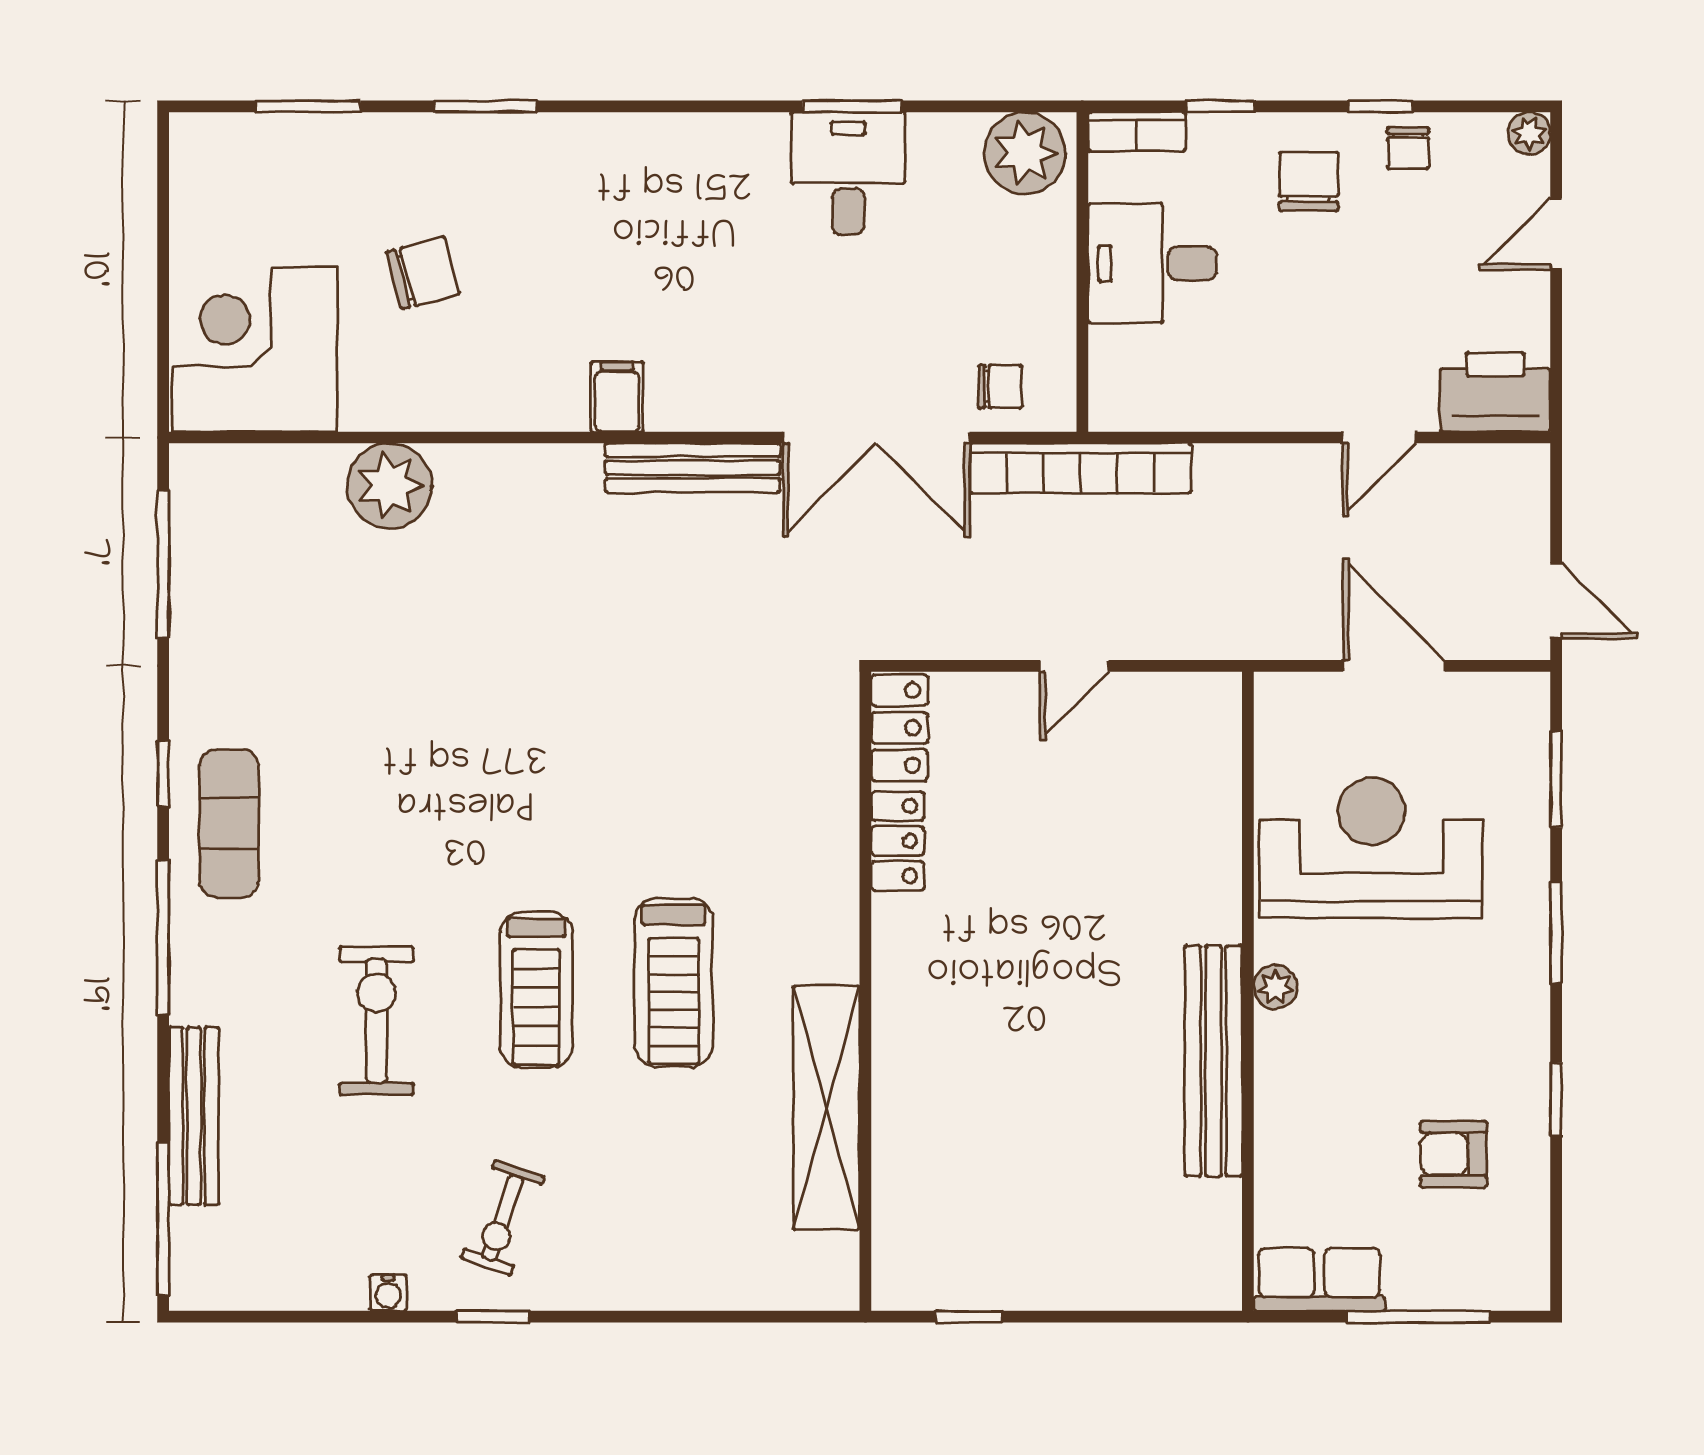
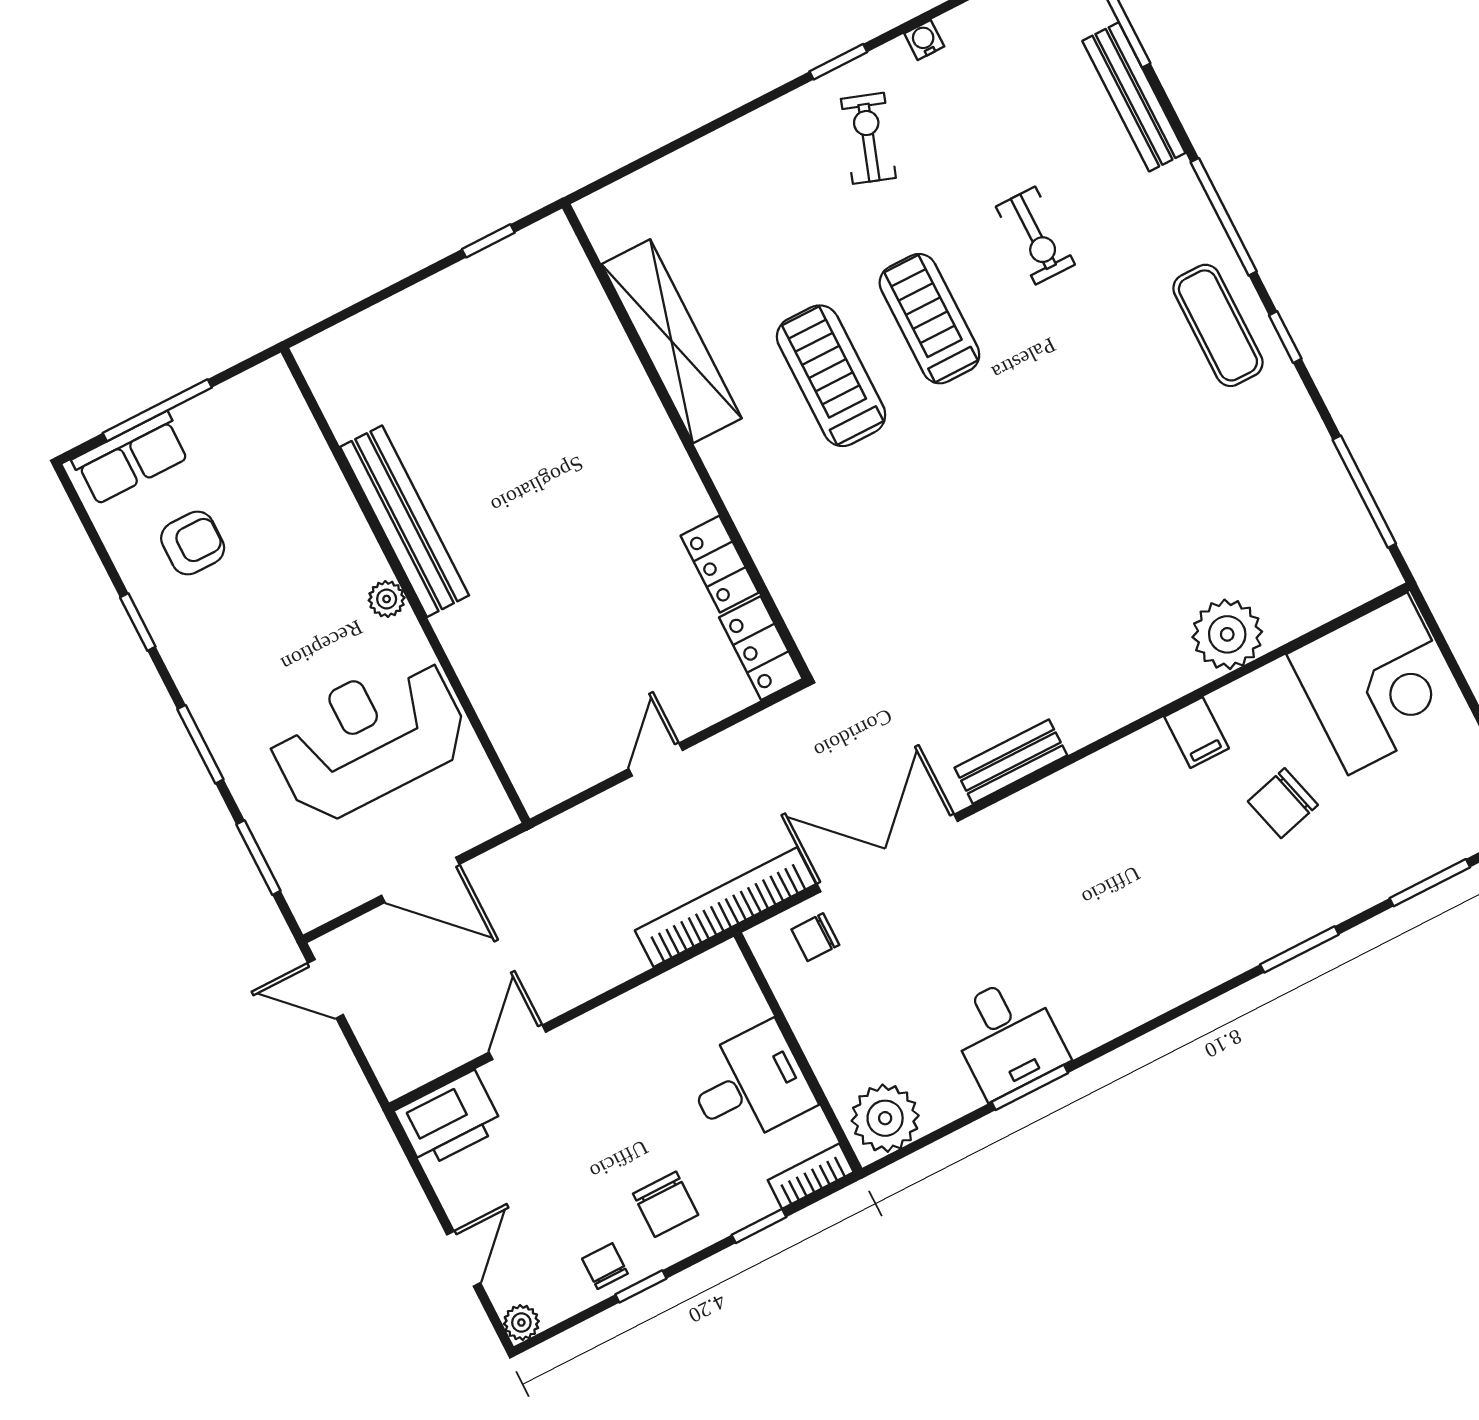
filing cabinet: (617, 397) -> (1197, 732), moved
bench: (693, 468) -> (1011, 762), width x0.73
reception desk: (1371, 848) -> (368, 738), turned 180
exercise bike: (376, 1021) -> (1035, 236), width x0.73, depth x0.72
row of seats: (1319, 1279) -> (131, 458), moved

